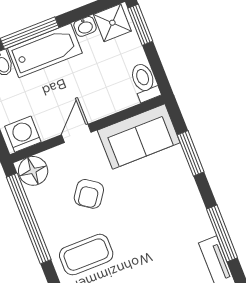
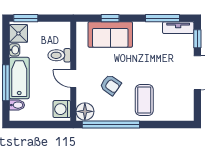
toilet: (144, 82) -> (59, 55), moved
sofa: (139, 136) -> (110, 34), moved, turned 90
window: (191, 153) -> (110, 18), width x0.67

